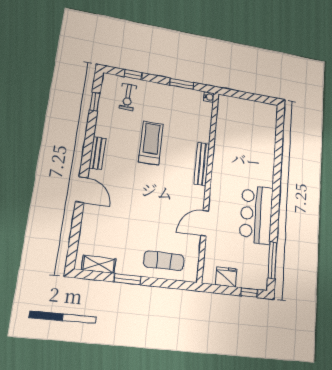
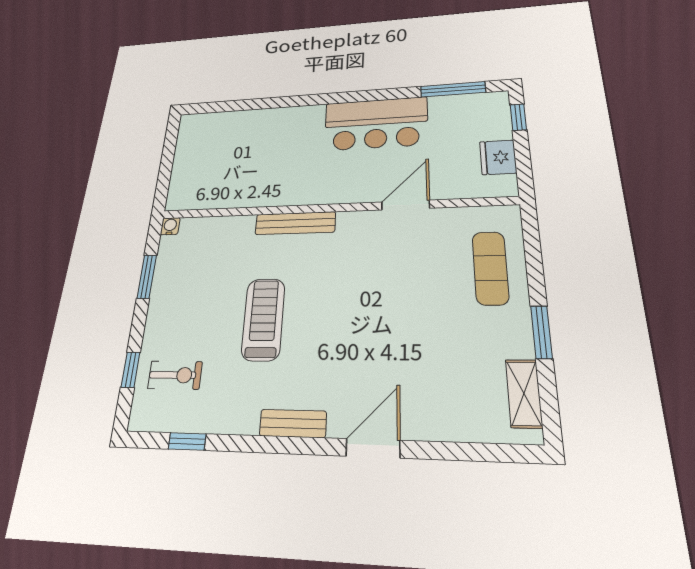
treadmill: (151, 143) -> (263, 319), turned 90
door: (205, 223) -> (405, 205), swing flipped

